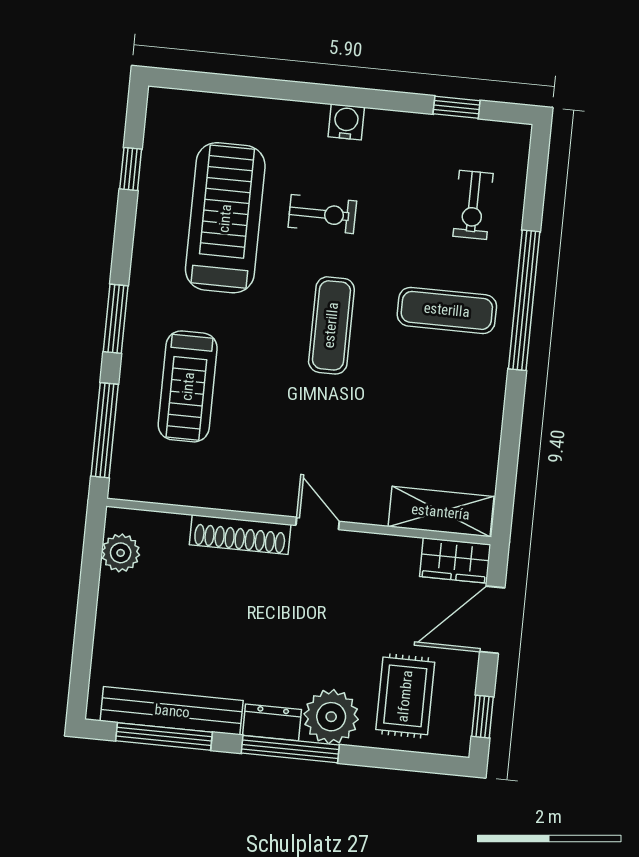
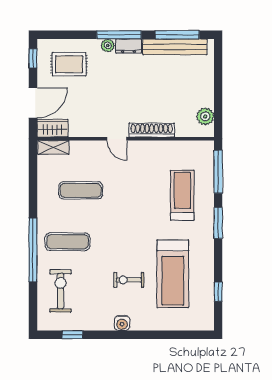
exercise bike: (473, 205) -> (61, 291), width x1.38, depth x1.39
exercise mat: (331, 325) -> (81, 190), moved, turned 90
shelving: (441, 512) -> (53, 147), width x0.67, depth x0.75
rug: (405, 696) -> (69, 64), turned 90
plant: (331, 717) -> (108, 45), width x0.53, depth x0.53

